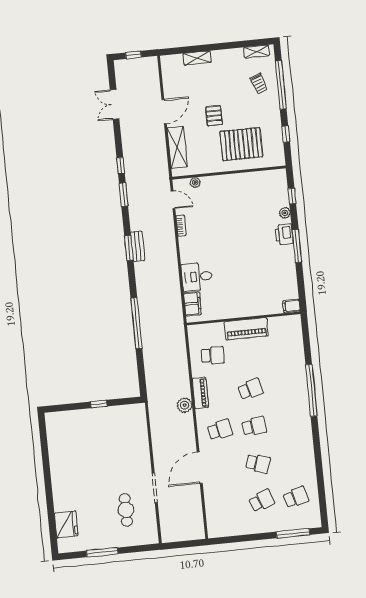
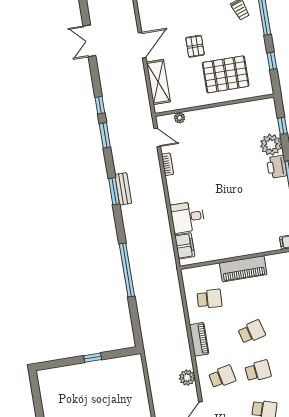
plant: (285, 213) -> (271, 145), width x1.87, depth x1.87
plant: (185, 405) -> (187, 378), moved

